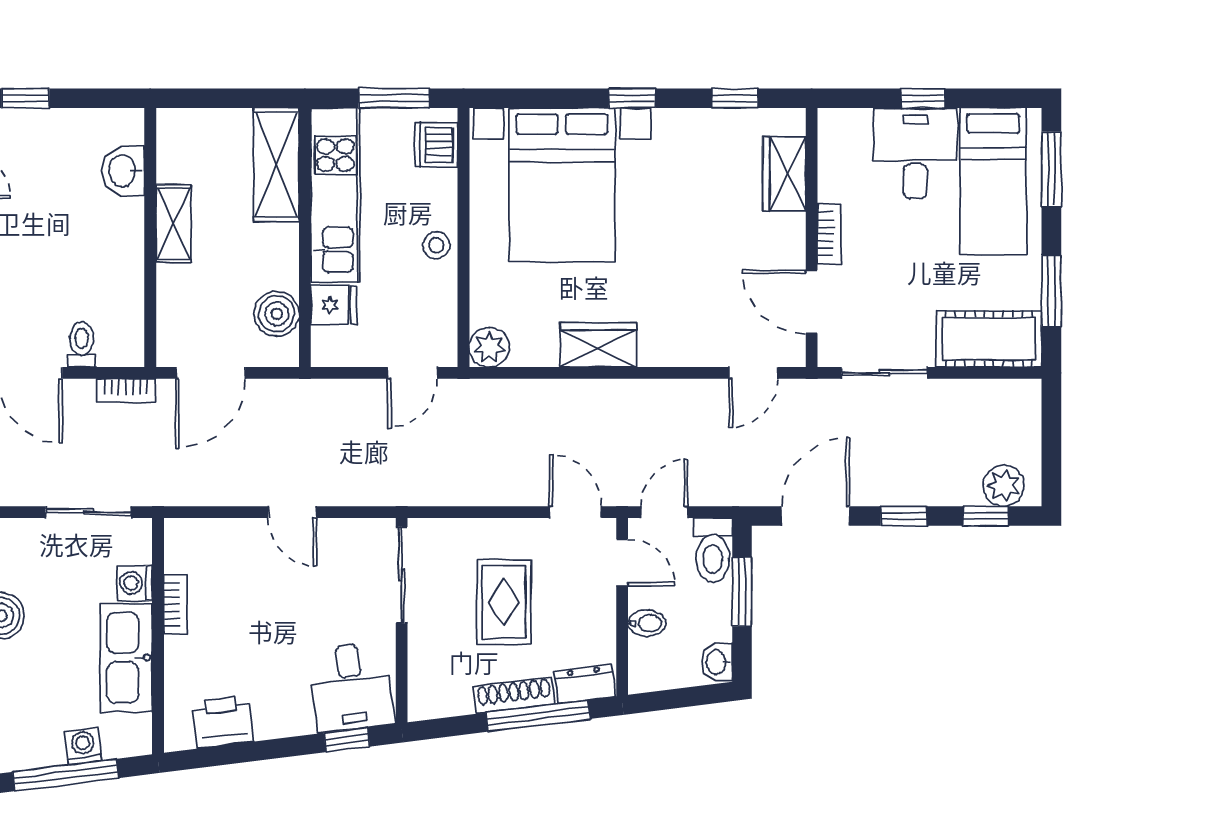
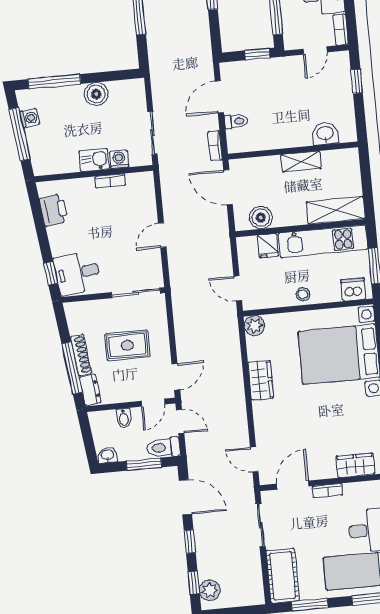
kitchen sink: (126, 658) -> (94, 160), width x0.53, depth x0.81
washing machine: (83, 746) -> (30, 118), moved

